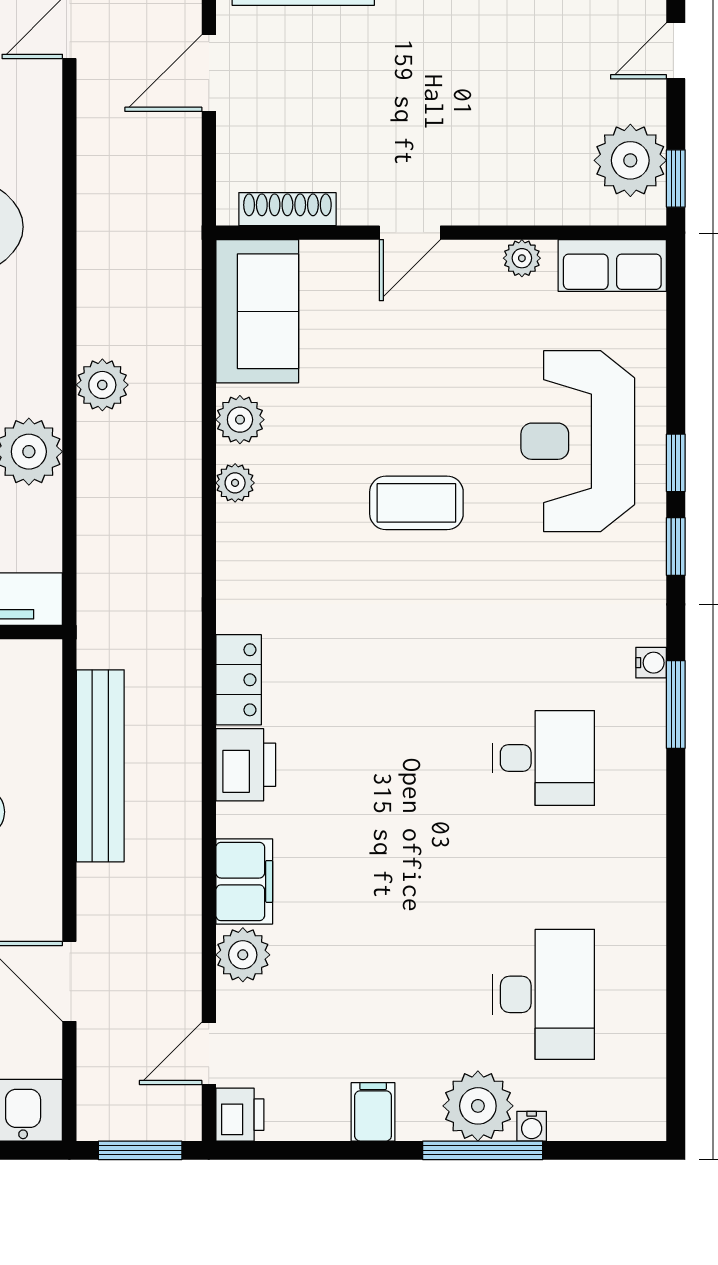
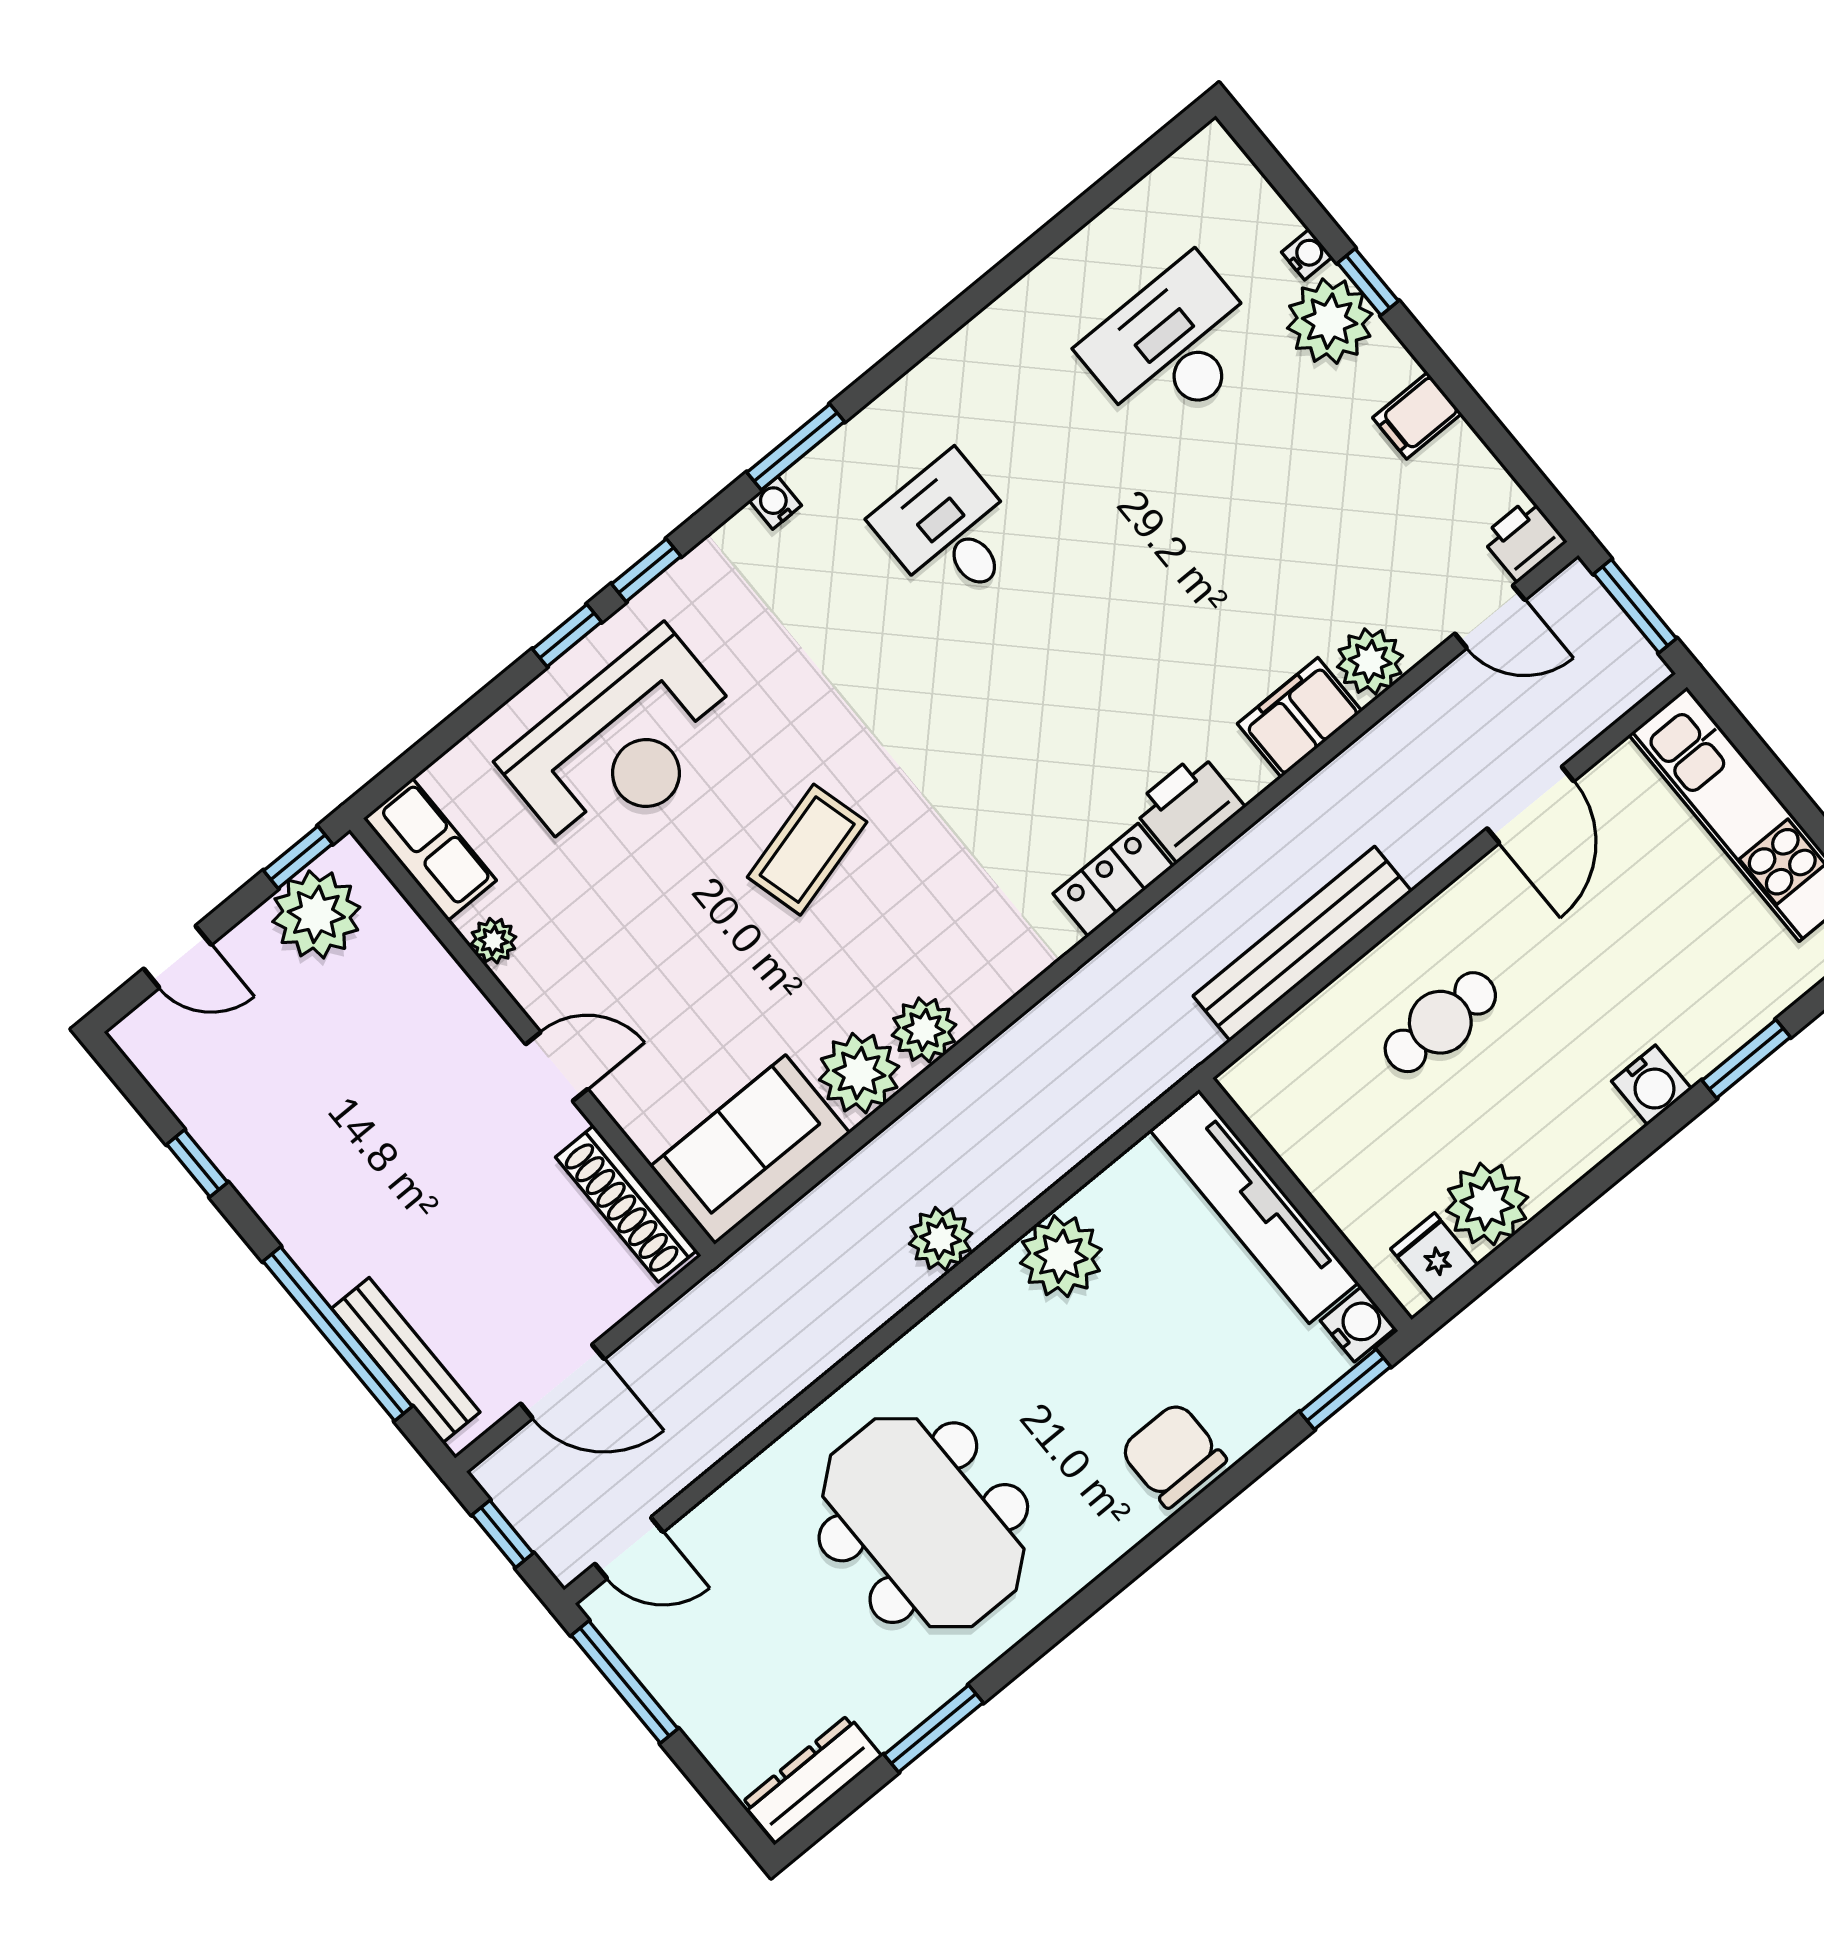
shoe rack: (287, 209) -> (626, 1204), width x1.36, depth x1.24
plant: (240, 420) -> (859, 1073), width x1.36, depth x1.36
plant: (235, 483) -> (924, 1030), width x1.38, depth x1.38
coffee table: (416, 503) -> (807, 850), turned 75
window: (483, 1150) -> (1368, 282), width x0.46

